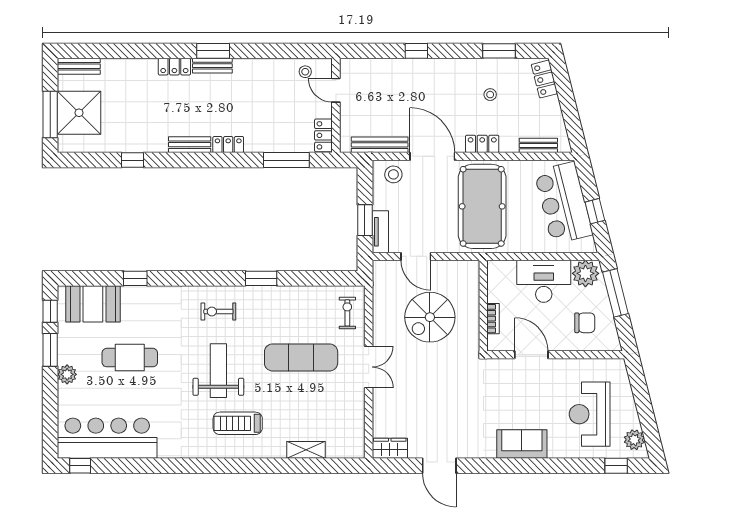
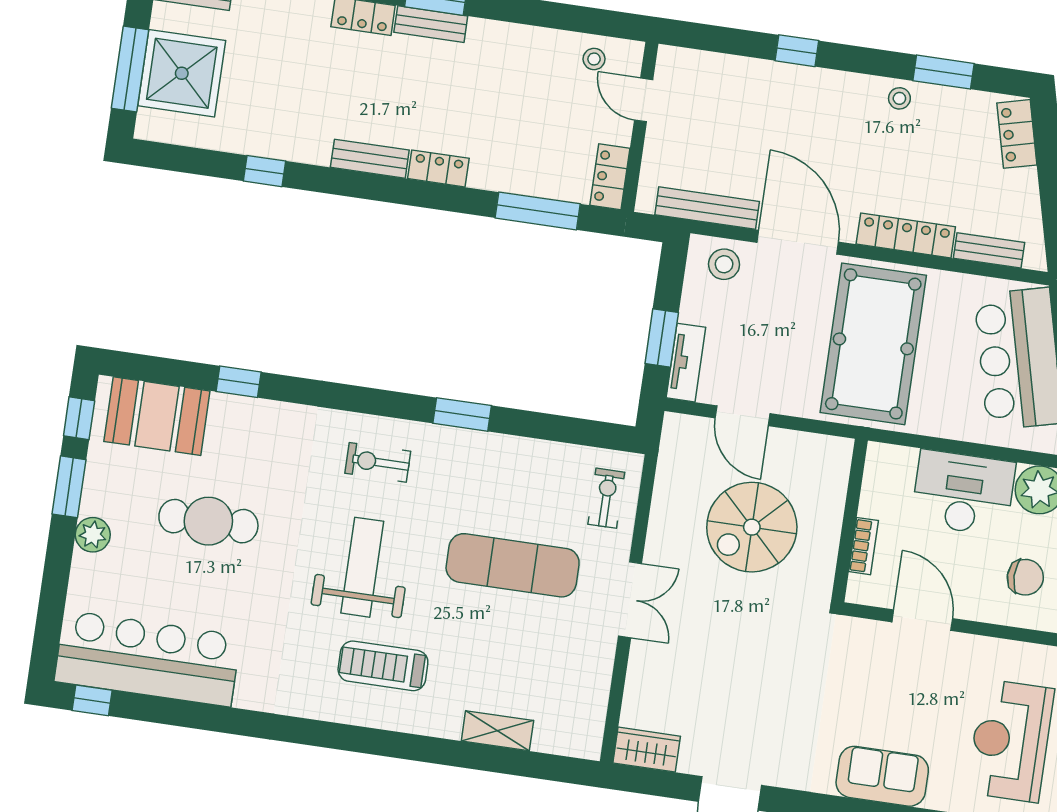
stool: (490, 95) -> (899, 98), moved
locker: (482, 144) -> (906, 235), width x1.53

